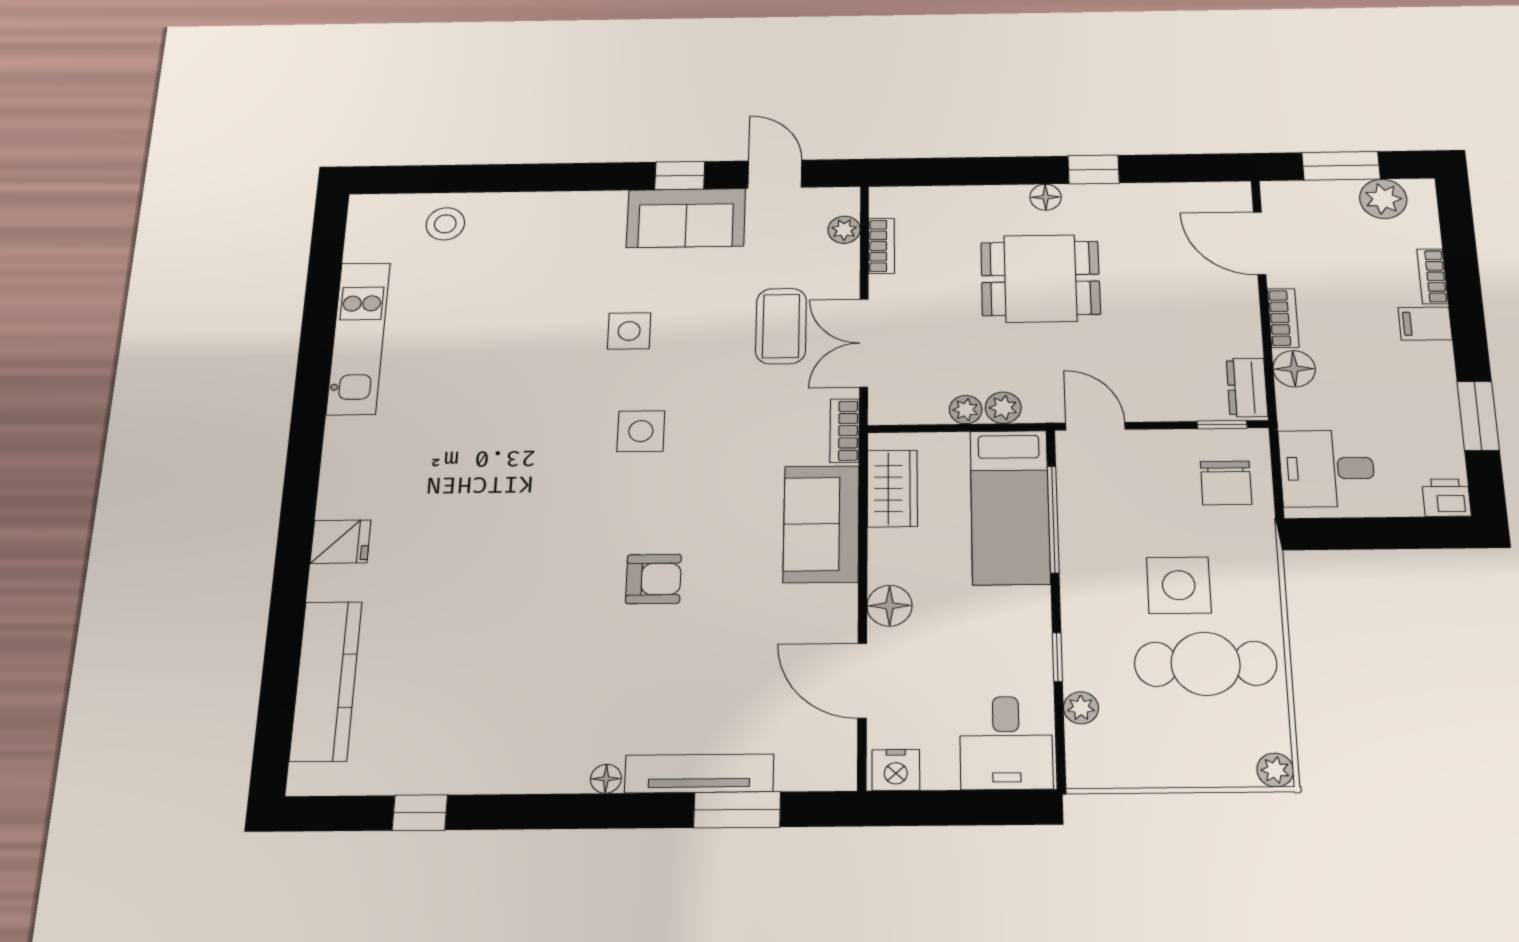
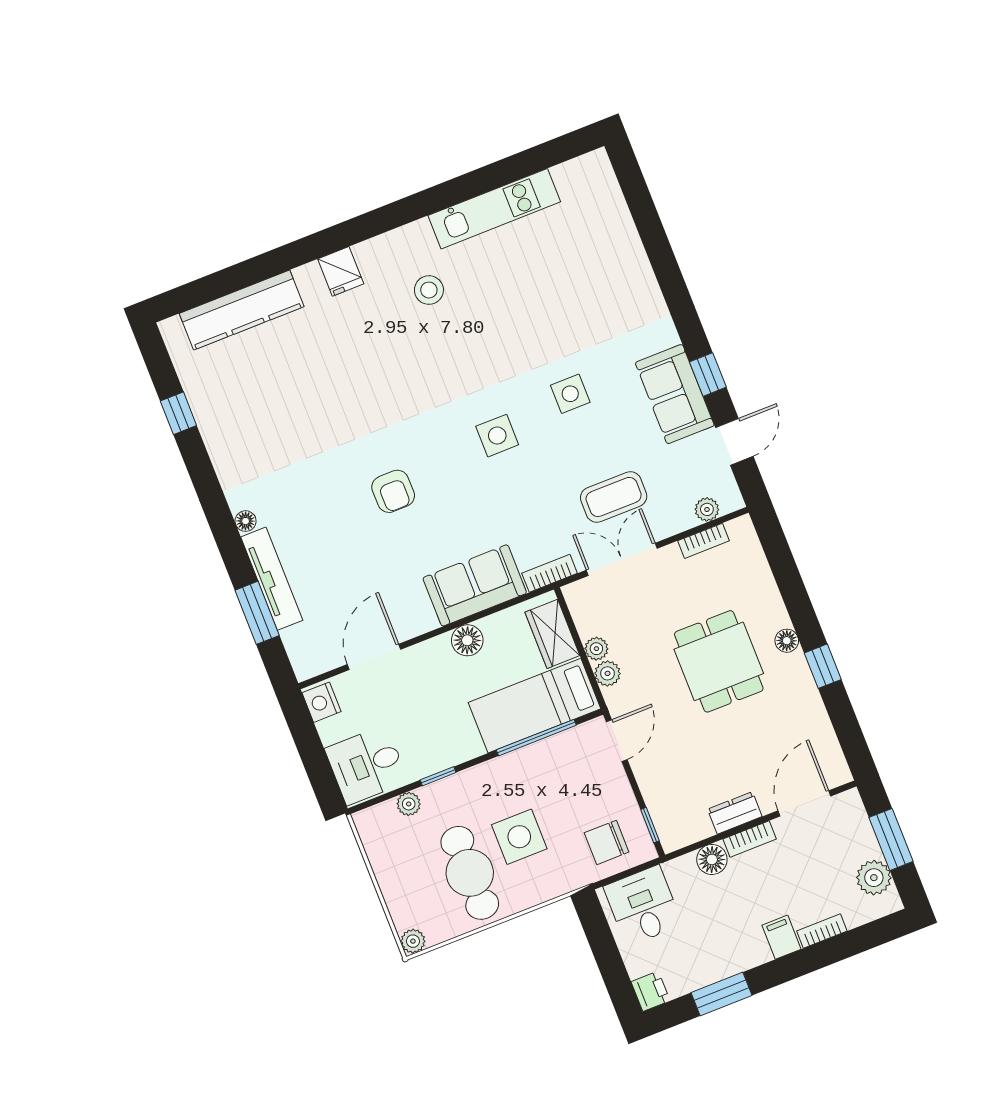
stool: (445, 224) -> (429, 290), moved
dresser: (1247, 387) -> (735, 813), moved
wardrobe: (892, 488) -> (552, 634), moved, turned 90
floor lamp: (890, 606) -> (467, 640), moved

